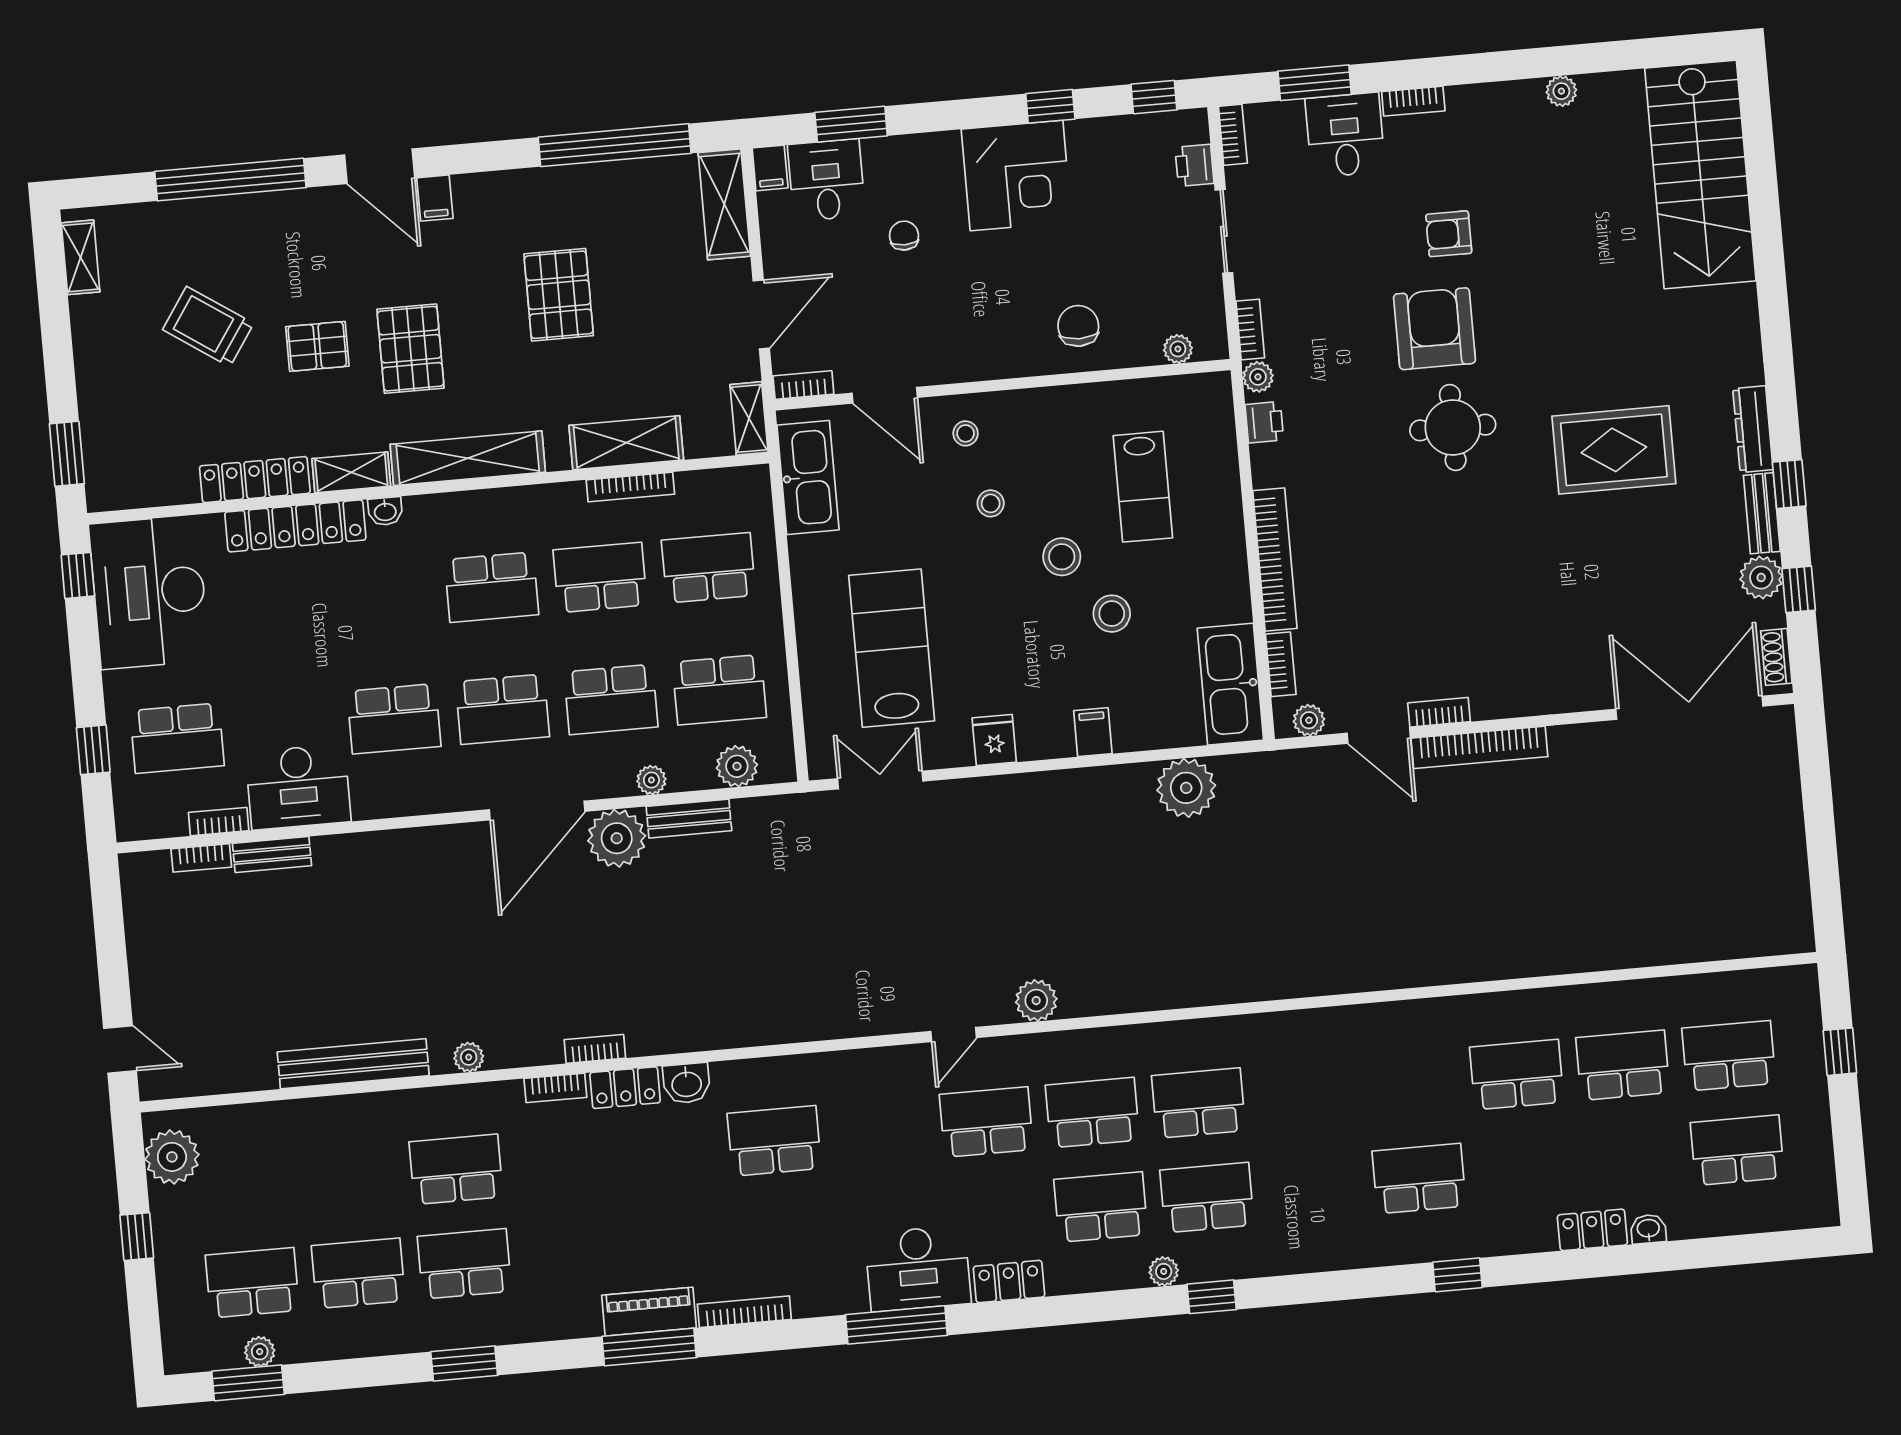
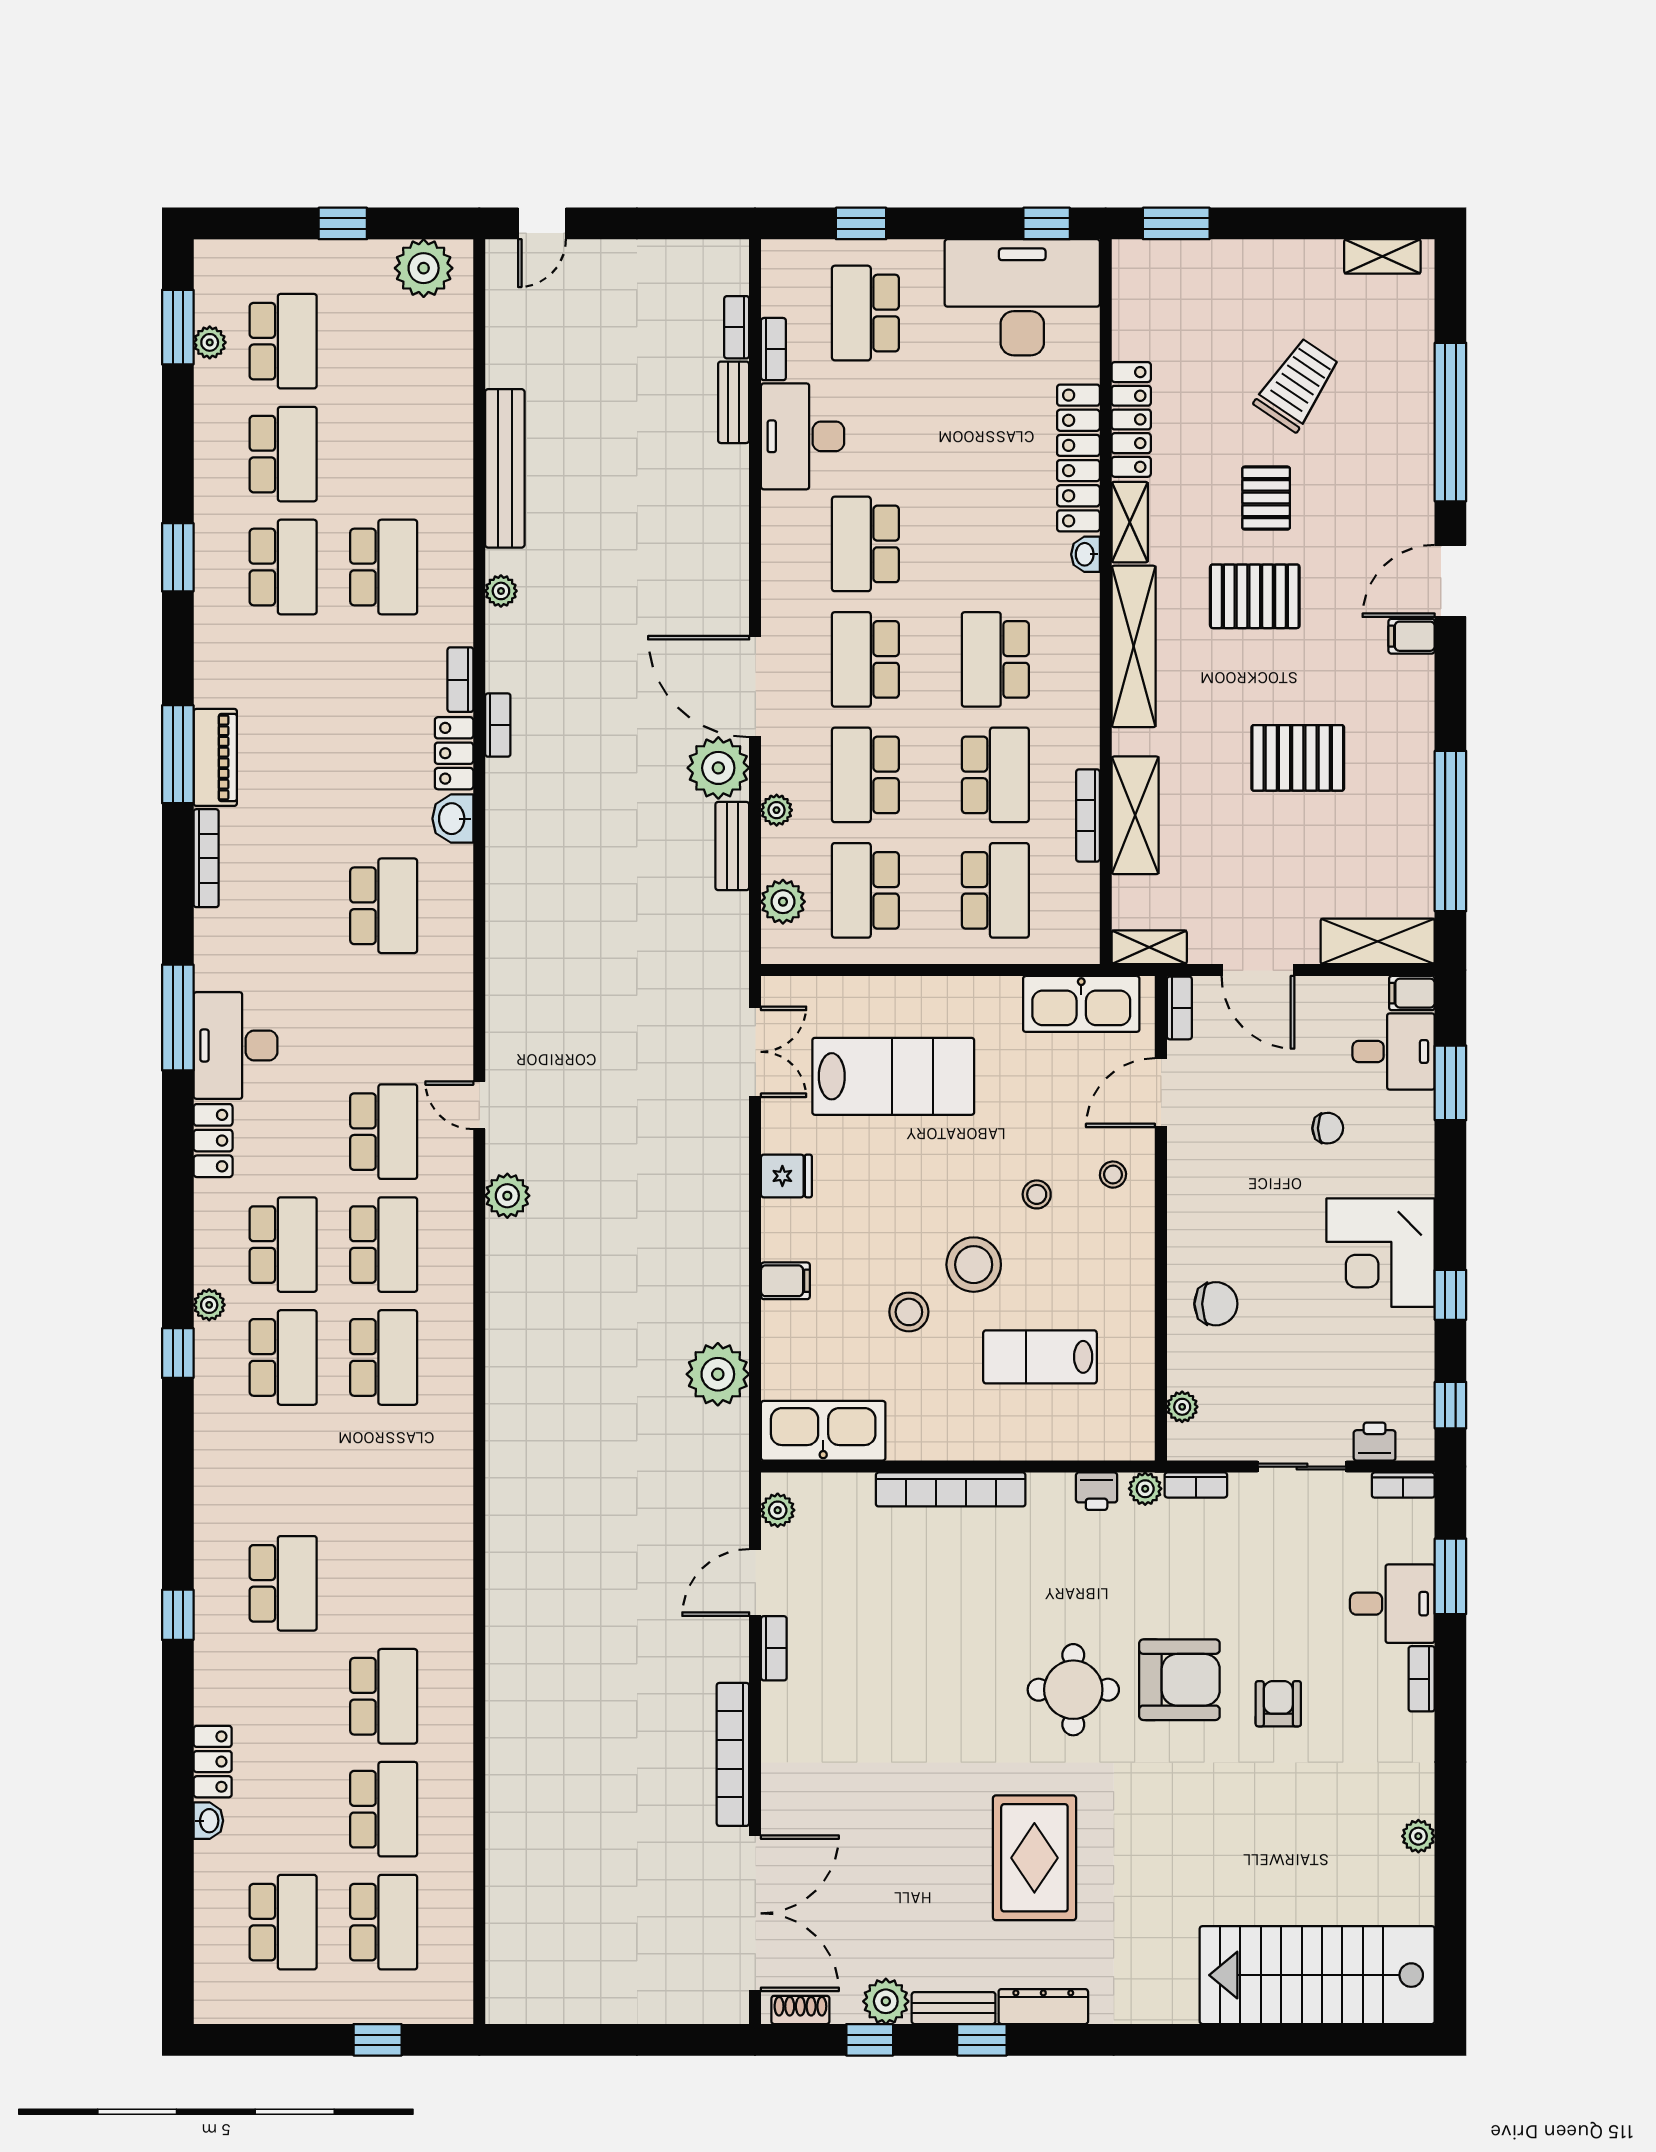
stool: (1062, 557) -> (974, 1265), width x1.38, depth x1.38
bookcase: (1281, 664) -> (839, 1486), removed
bookcase: (1479, 747) -> (733, 1754), moved

